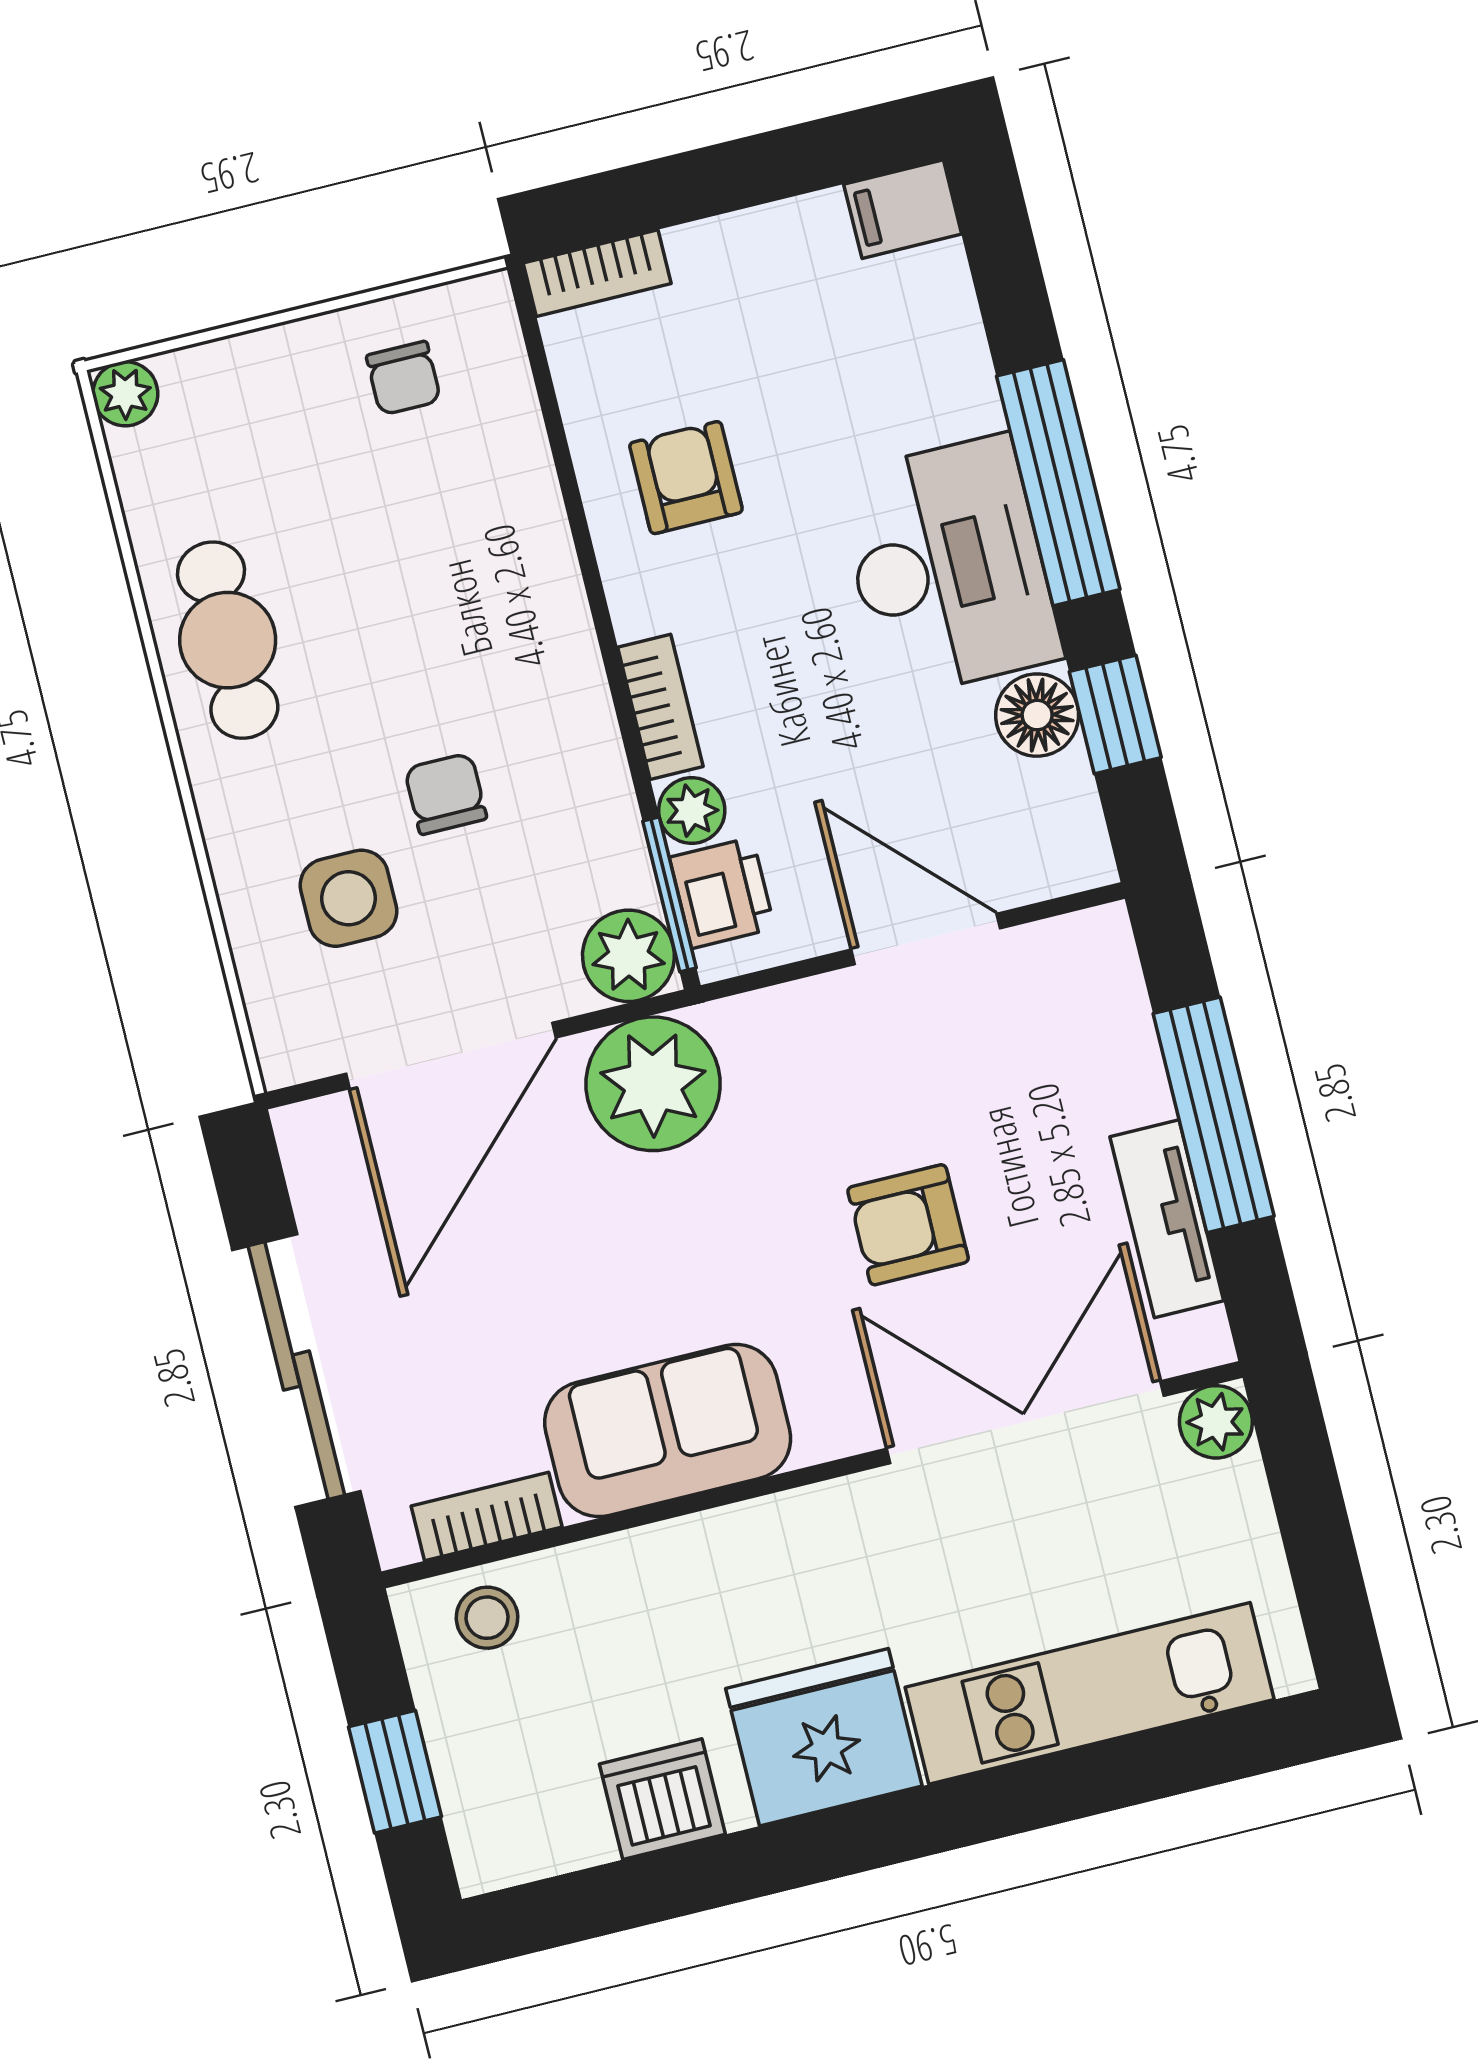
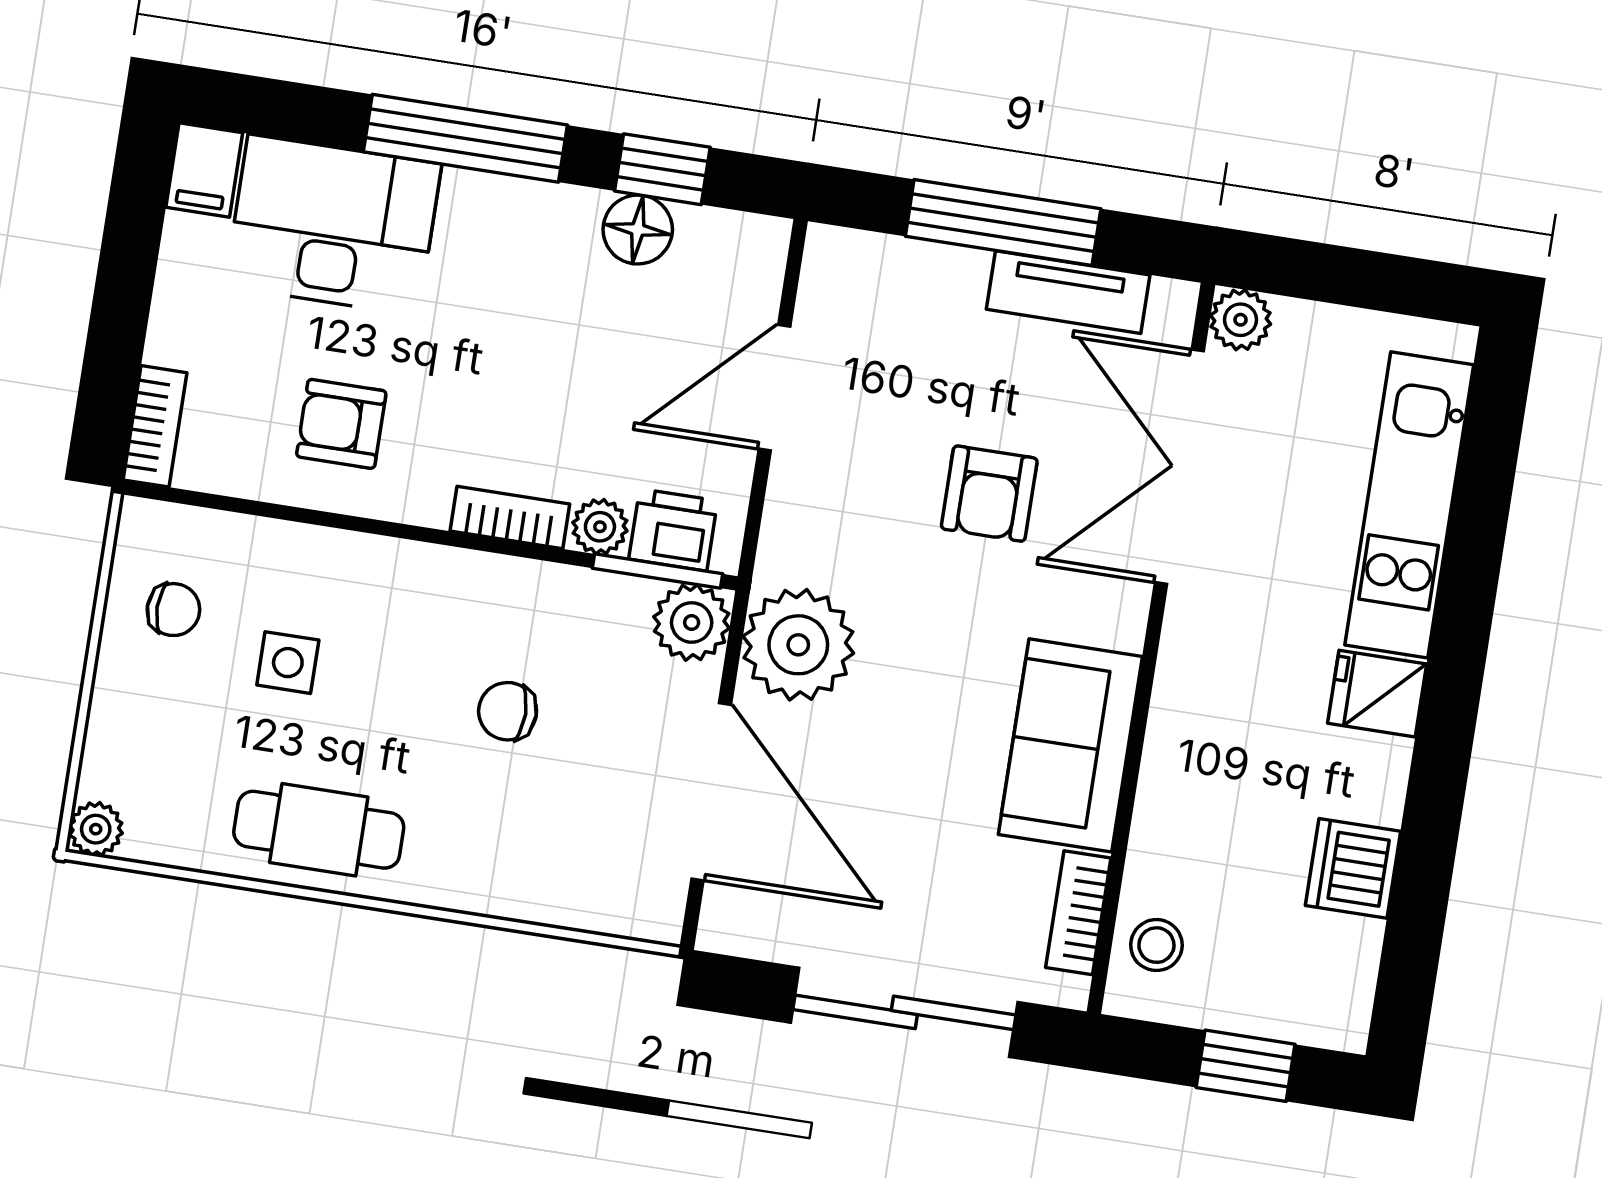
desk: (948, 566) -> (333, 225), moved
side table: (349, 898) -> (288, 663), moved, width x0.73, depth x0.73
fridge: (824, 1737) -> (1377, 694), width x0.53, depth x0.75

